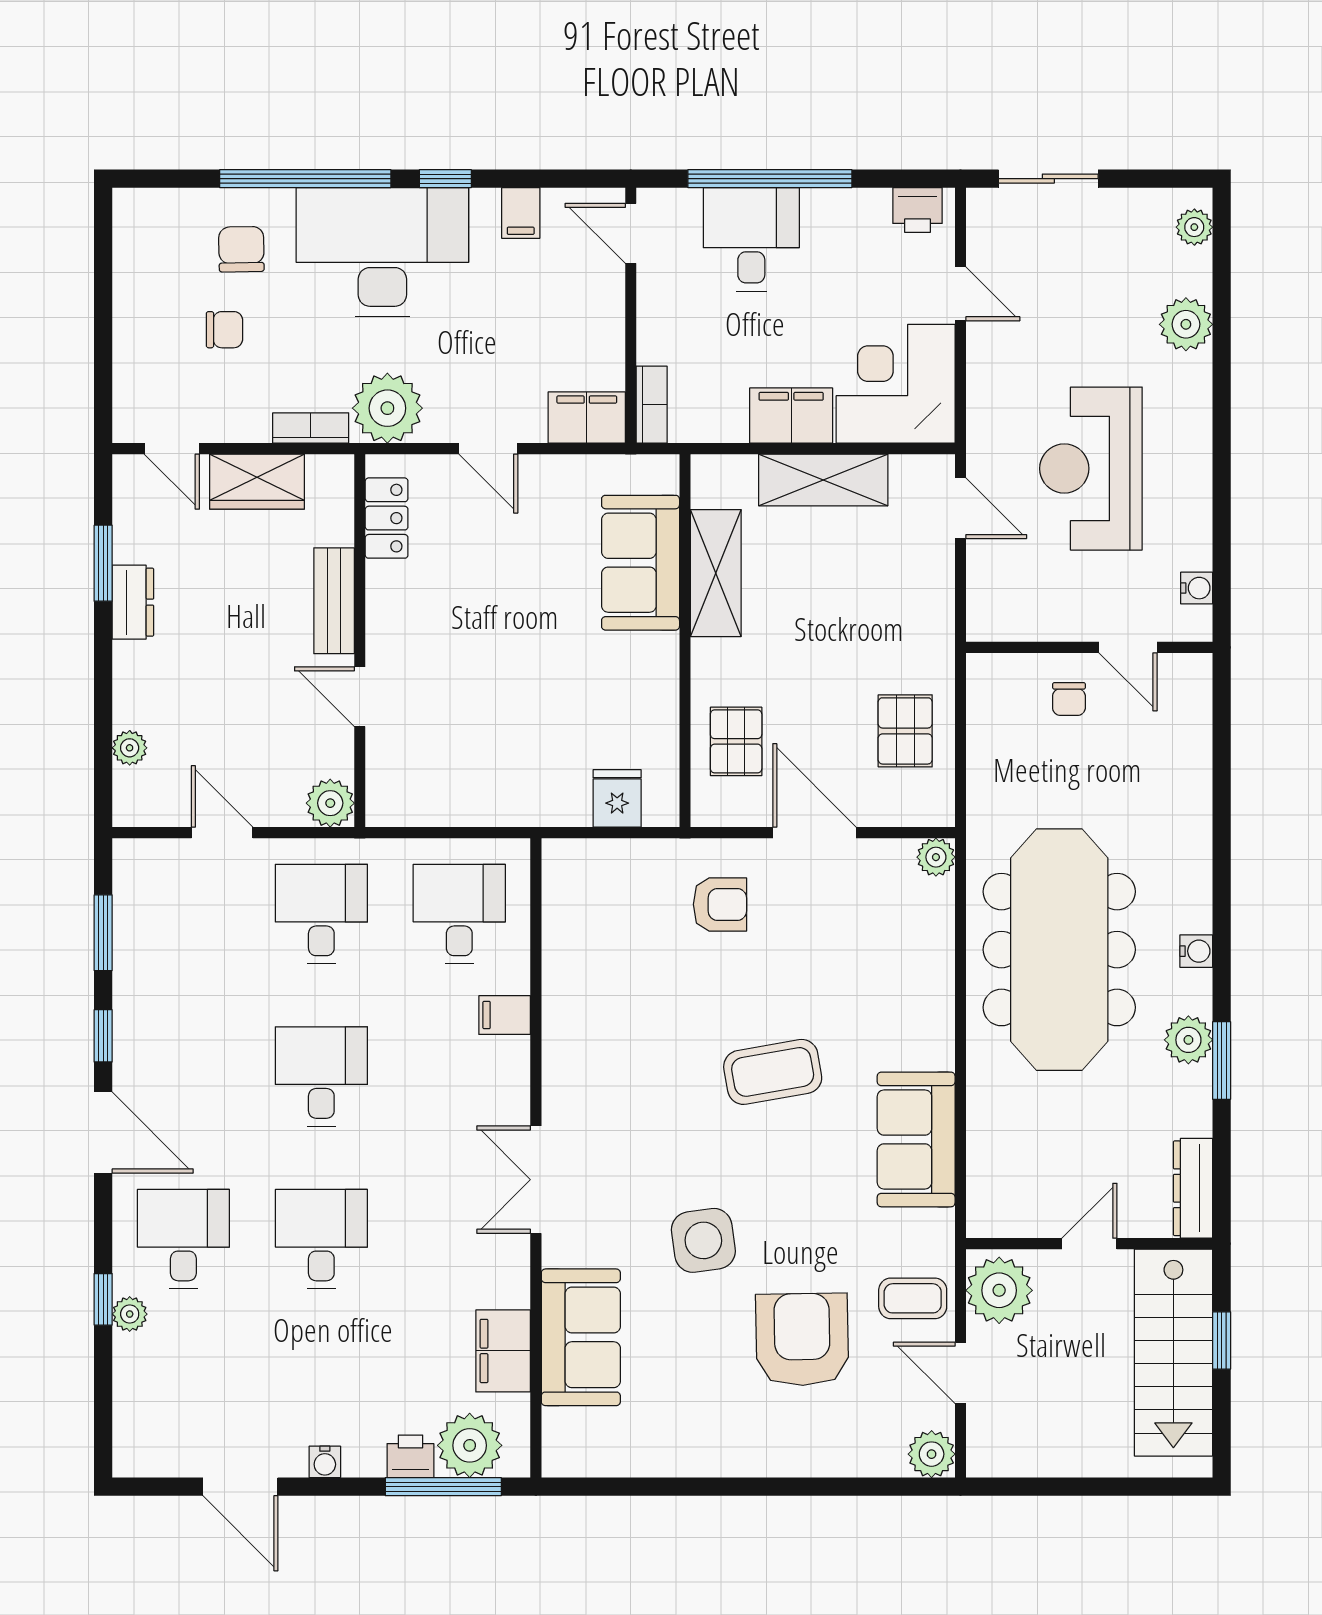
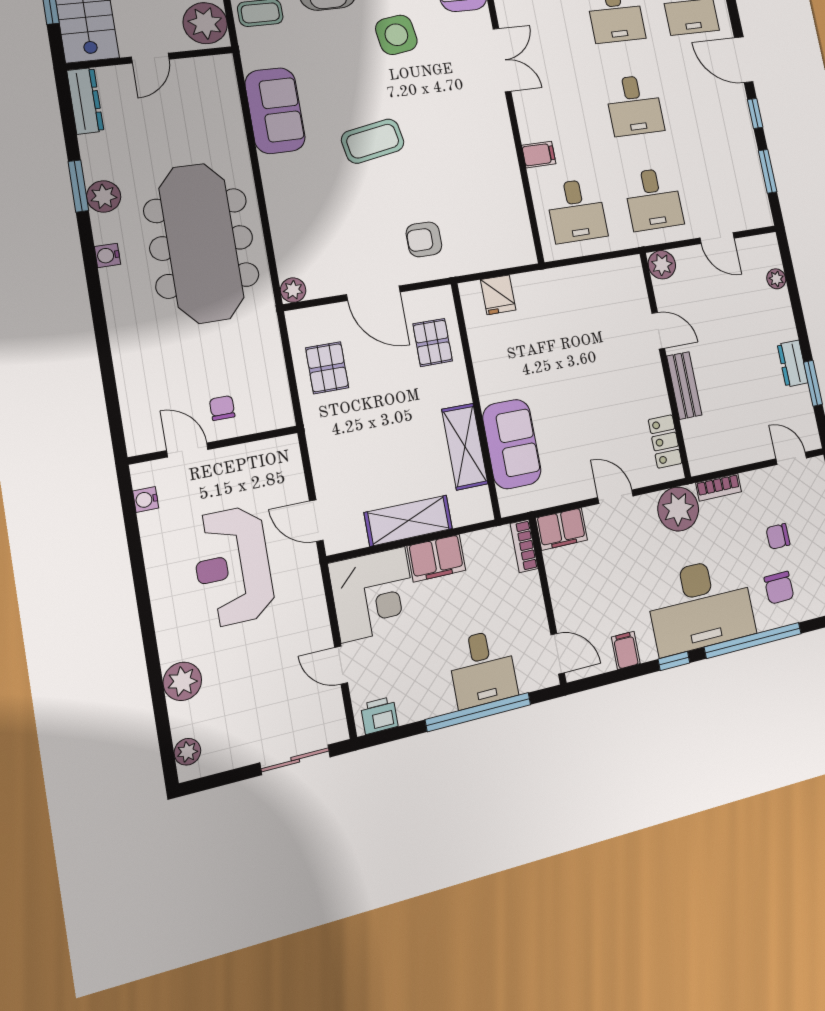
reception desk: (1091, 469) -> (233, 566), turned 180
wardrobe: (257, 482) -> (741, 449), removed

